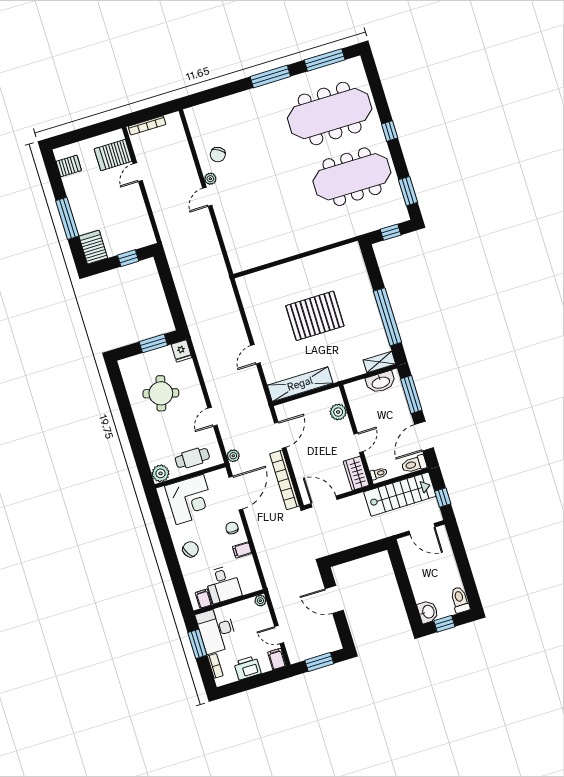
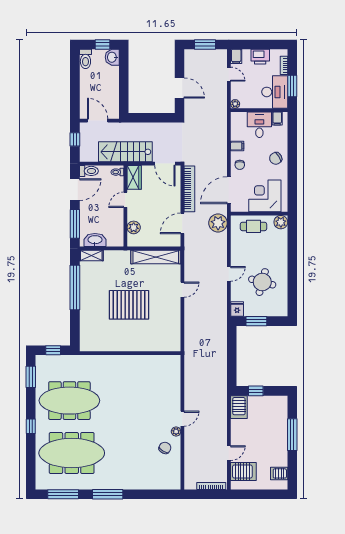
server rack: (93, 247) -> (239, 407), moved
door: (212, 417) -> (229, 274), moved
plant: (233, 456) -> (218, 223), width x1.88, depth x1.88
stairs: (400, 494) -> (125, 152), moved

